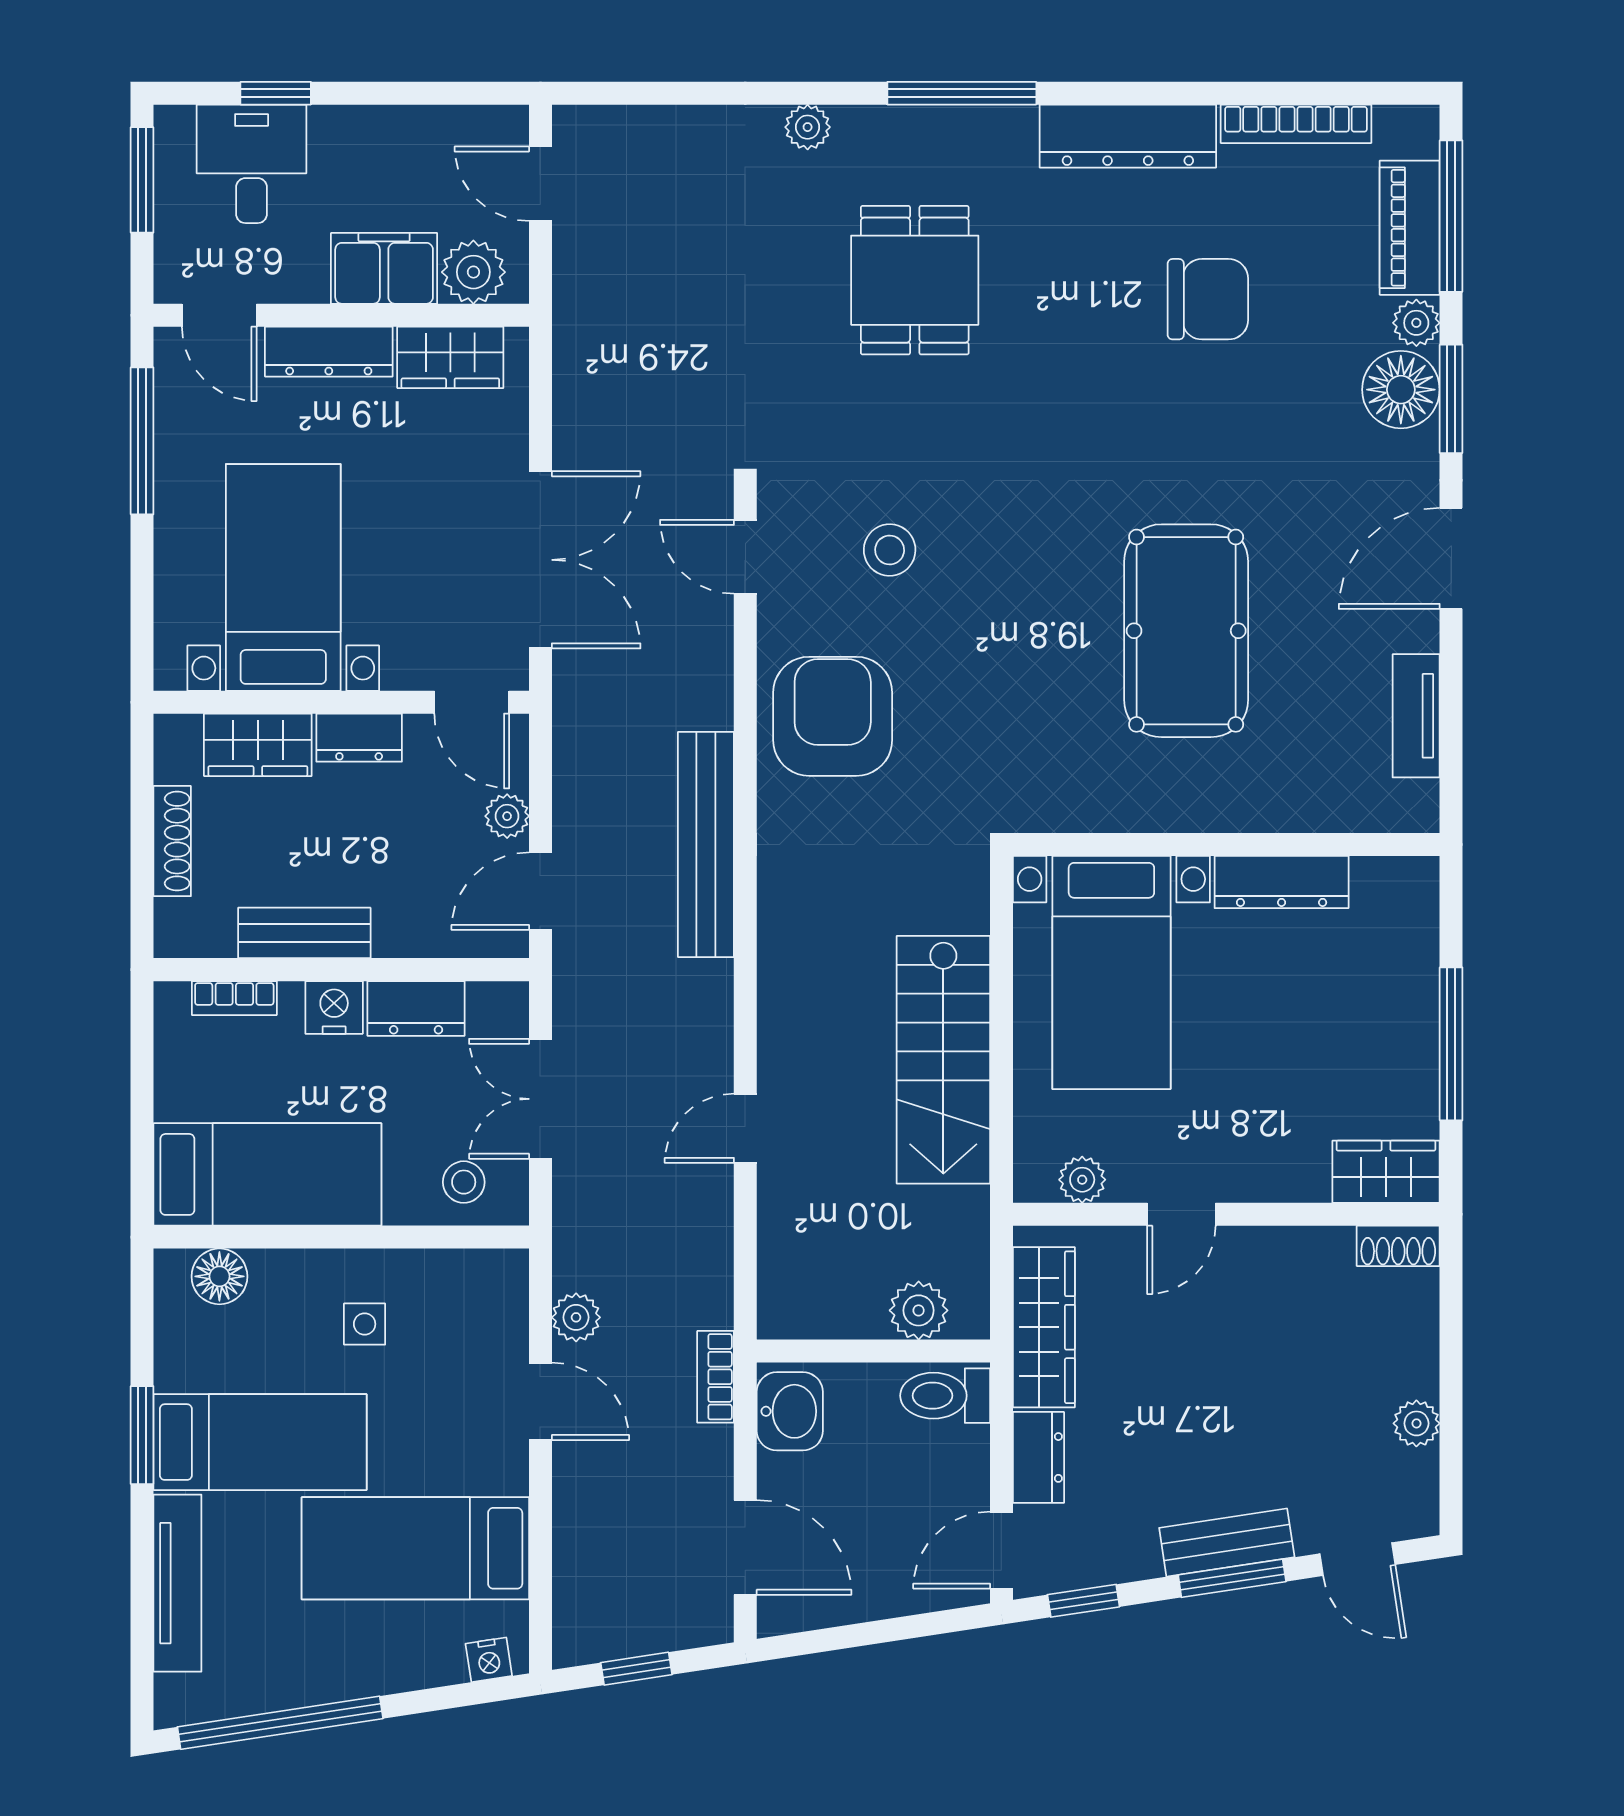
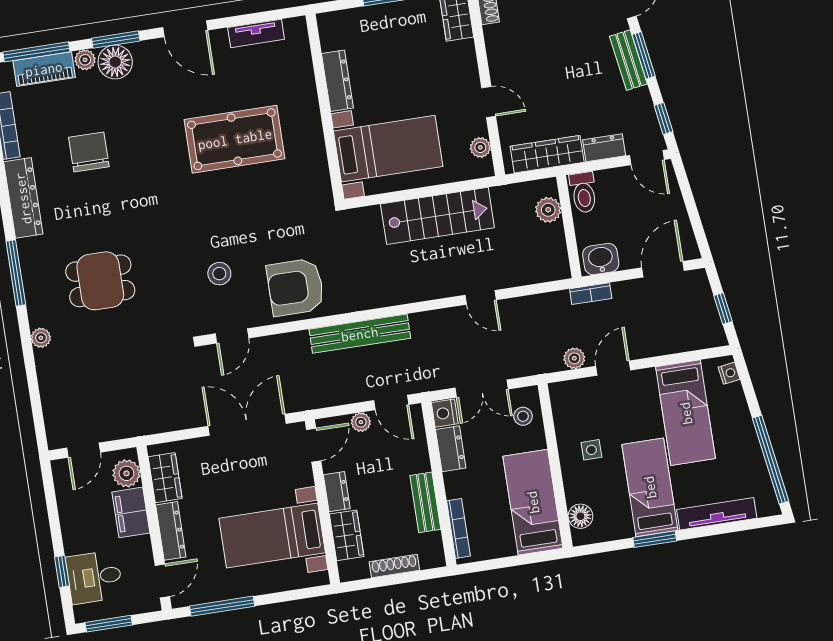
bookcase: (234, 998) -> (458, 528), width x1.56
nightstand: (334, 1007) -> (445, 413), moved

